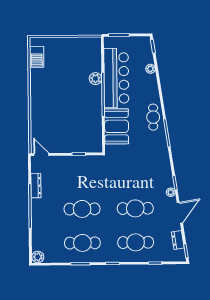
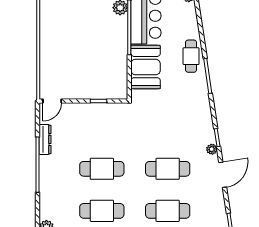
door: (41, 155) -> (52, 101), swing flipped
dresser: (178, 240) -> (220, 208), removed

